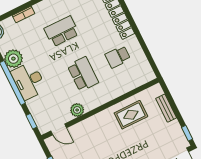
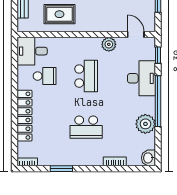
desk: (138, 72) -> (32, 51), added
school desk: (83, 74) -> (86, 76), turned 180
desk: (29, 81) -> (141, 78), moved

